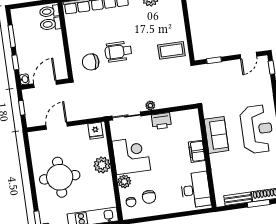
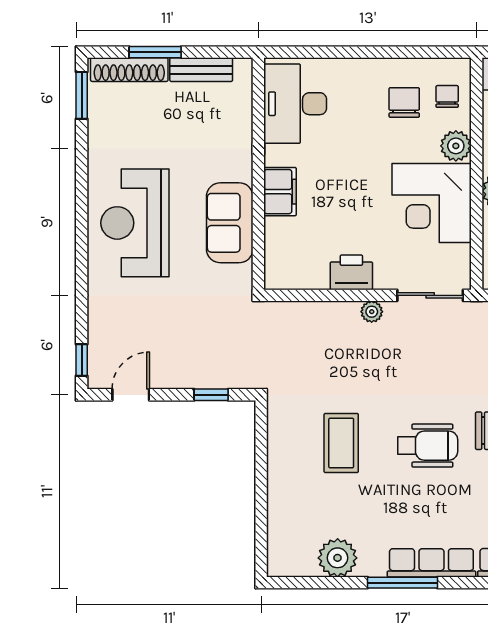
coffee table: (171, 50) -> (341, 443), moved, turned 90

